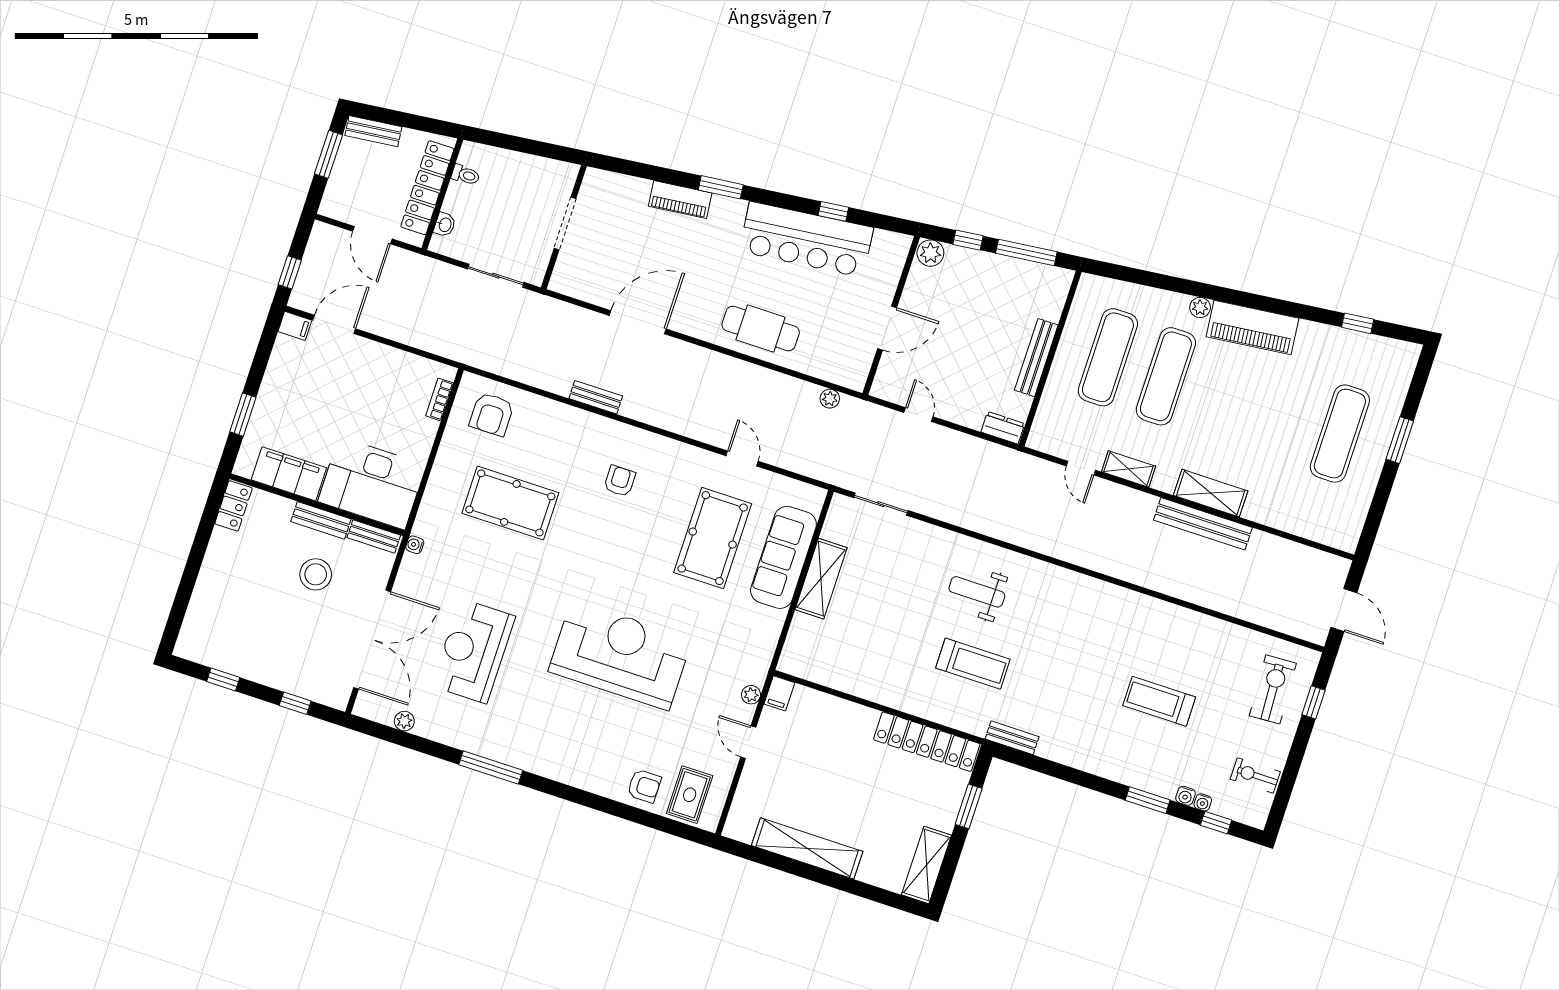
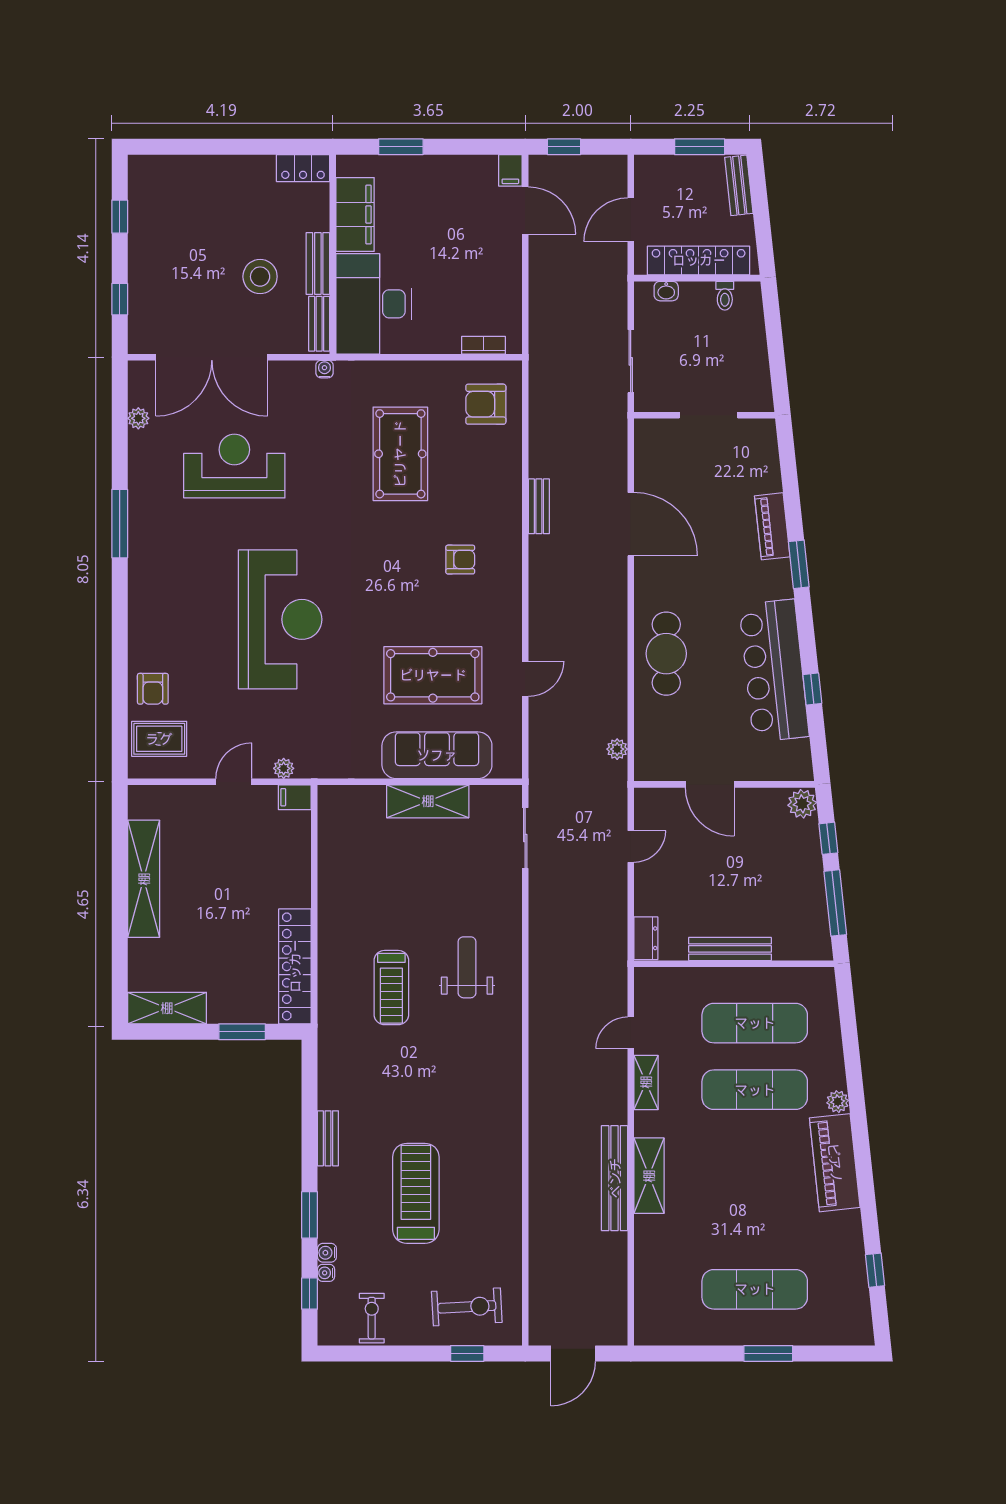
treadmill: (1159, 701) -> (416, 1193), width x1.37, depth x1.38
bench: (1012, 738) -> (328, 1138), moved

